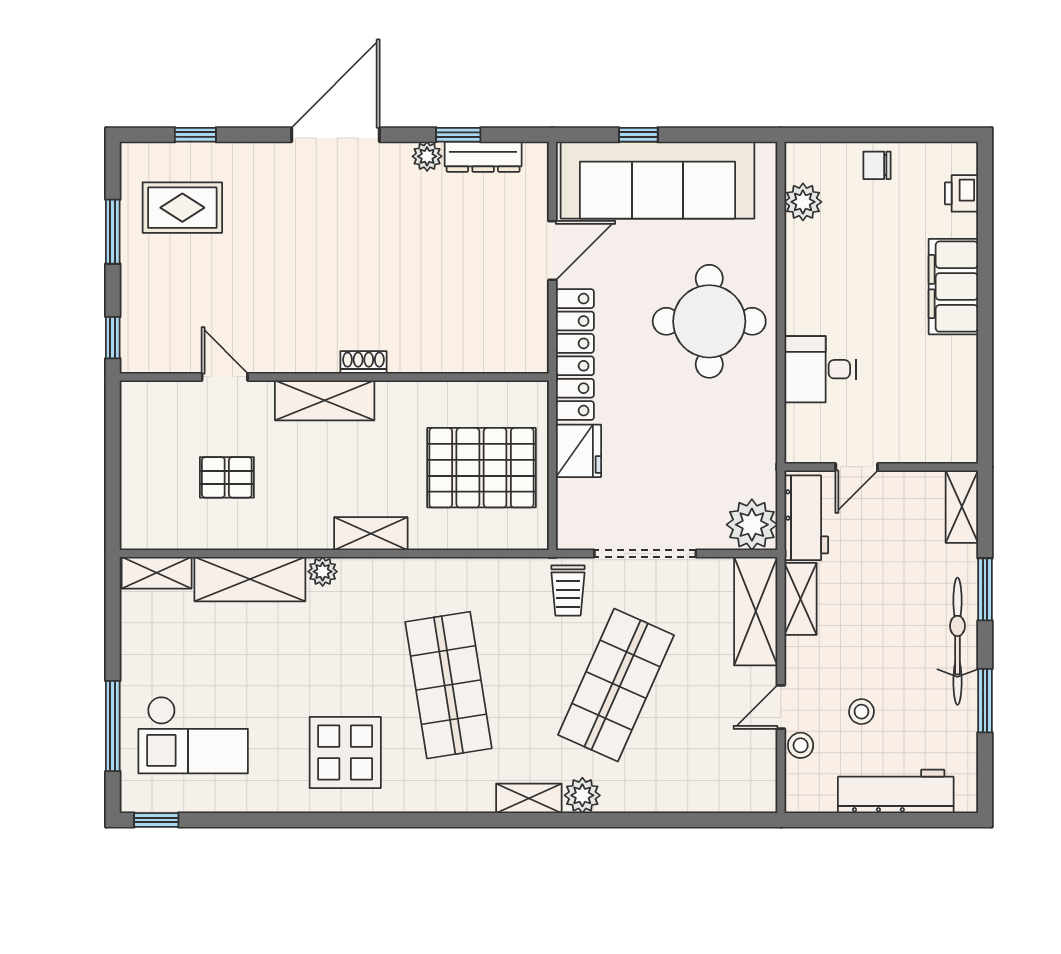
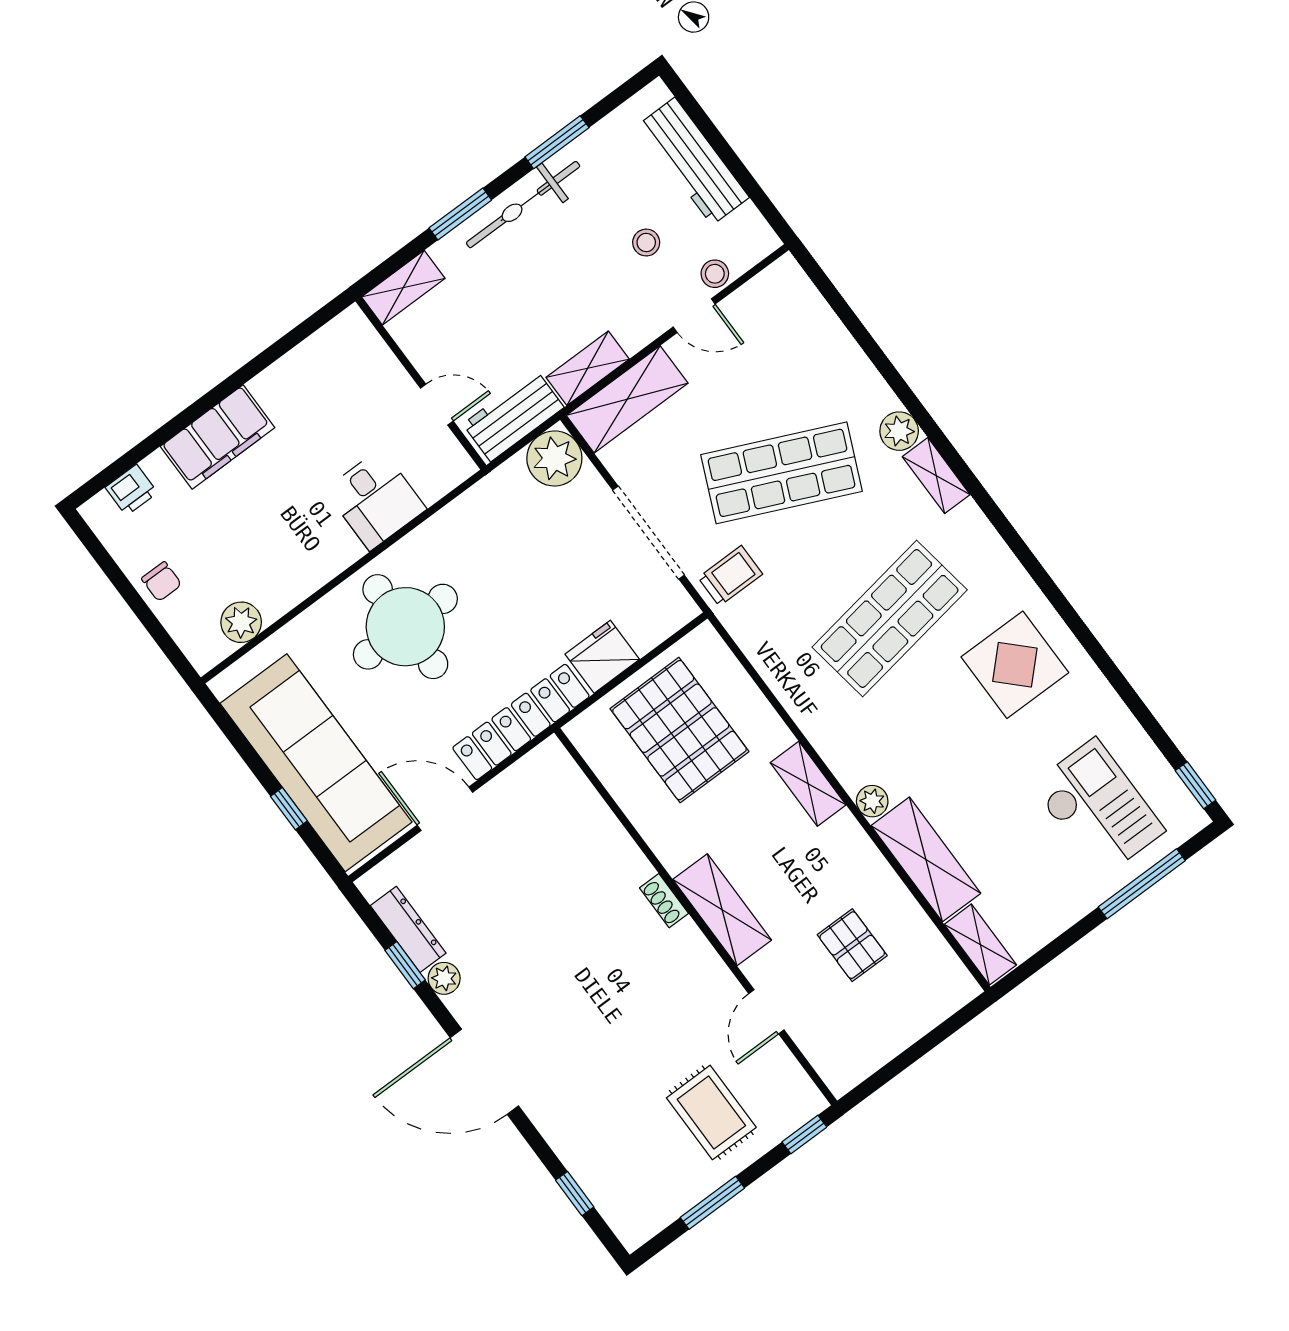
rug: (182, 208) -> (711, 1113), moved

